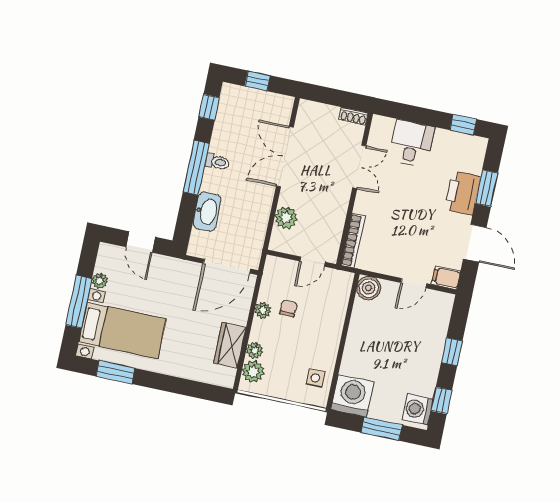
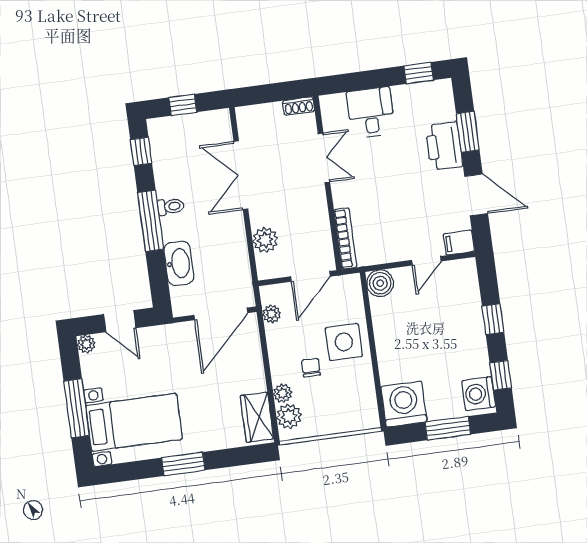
door: (313, 262) -> (310, 276), width x1.38
plant: (100, 281) -> (86, 344), moved
chair: (288, 308) -> (311, 368), moved
plant: (263, 310) -> (272, 314), moved
wardrobe: (230, 345) -> (257, 417), moved
window: (115, 372) -> (183, 464), moved
side table: (315, 378) -> (344, 342), moved, width x1.87, depth x1.87

